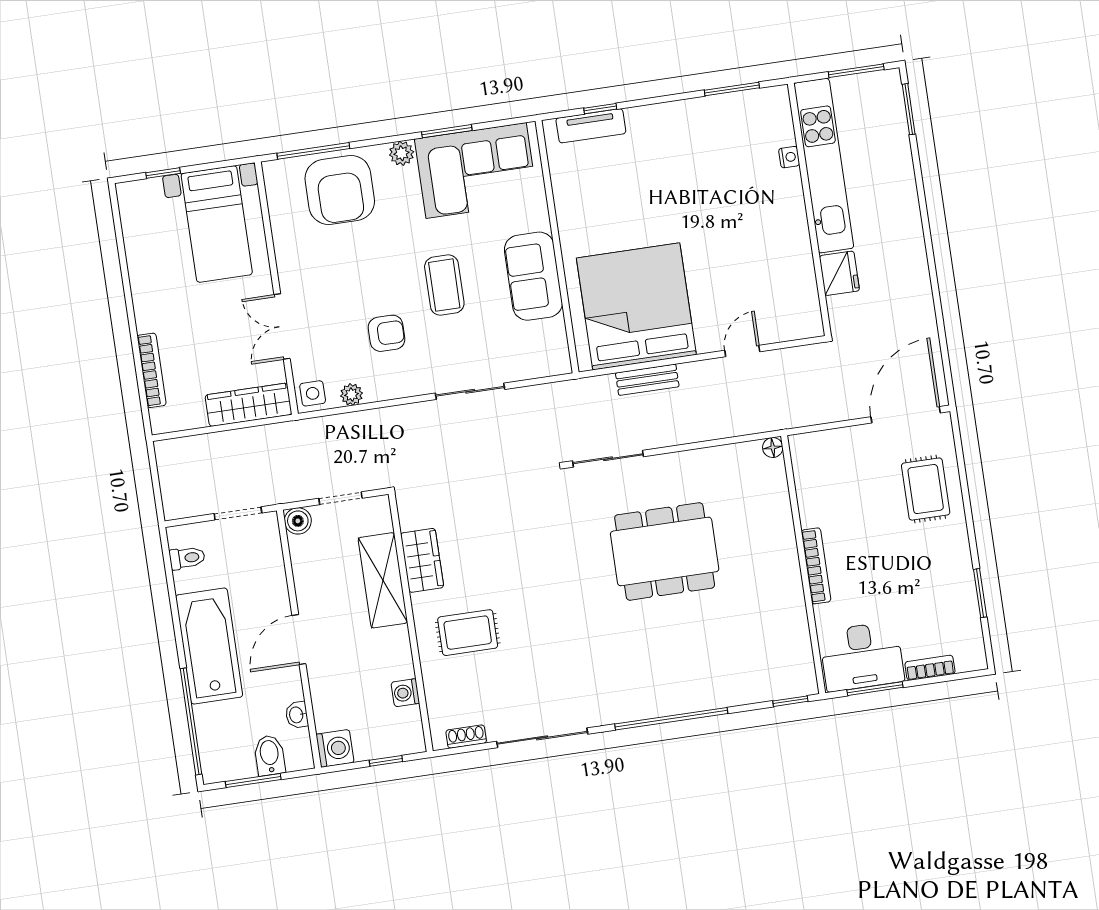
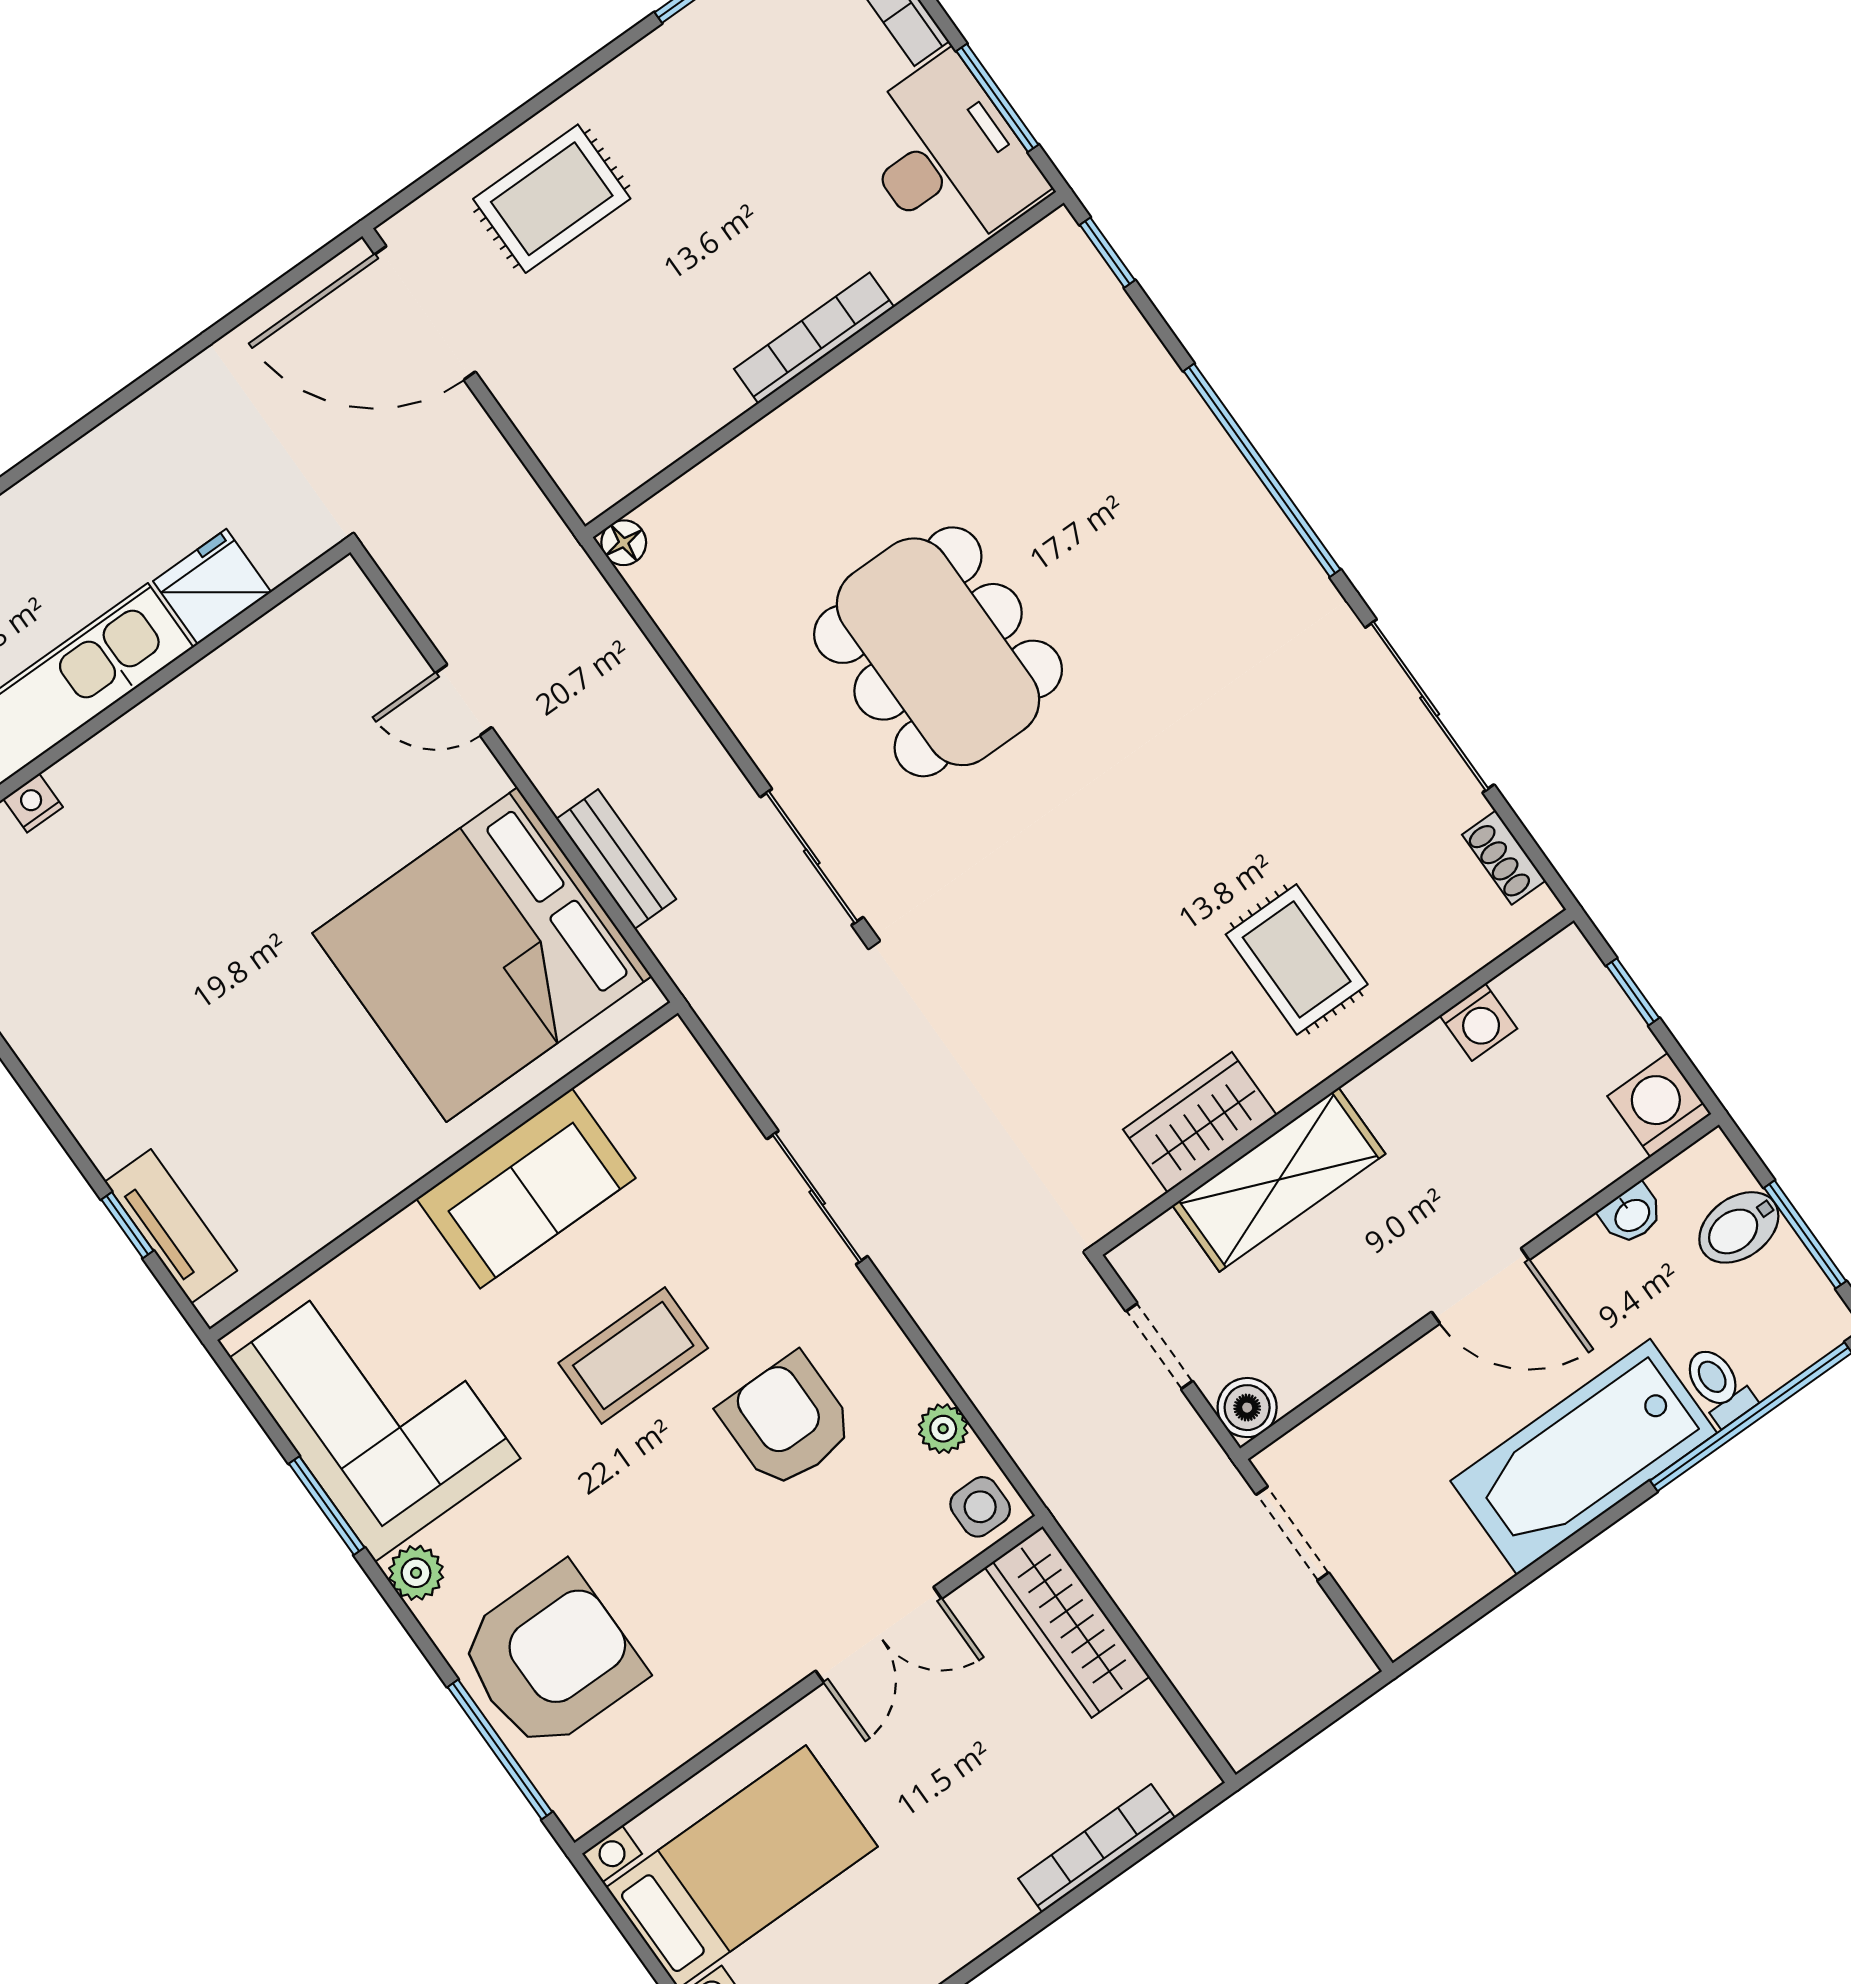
armchair: (387, 333) -> (787, 1421), width x1.38, depth x1.38
toilet: (187, 558) -> (1718, 1385), moved

